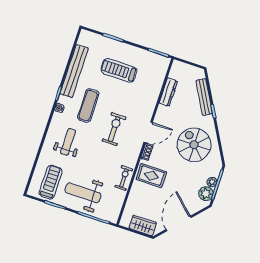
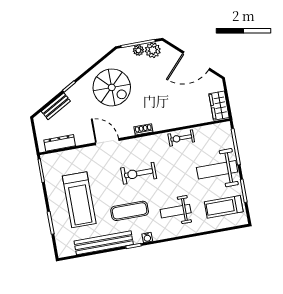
treadmill: (119, 70) -> (79, 200), width x1.37, depth x1.38
dresser: (168, 92) -> (60, 143), moved
bench: (204, 97) -> (56, 106), width x0.73
door: (148, 132) -> (107, 142), moved
spiral stairs: (194, 145) -> (112, 87), turned -90
rug: (151, 176) -> (164, 113), removed
weight bench: (83, 193) -> (217, 170), turned 90
wardrobe: (143, 225) -> (219, 106), moved

